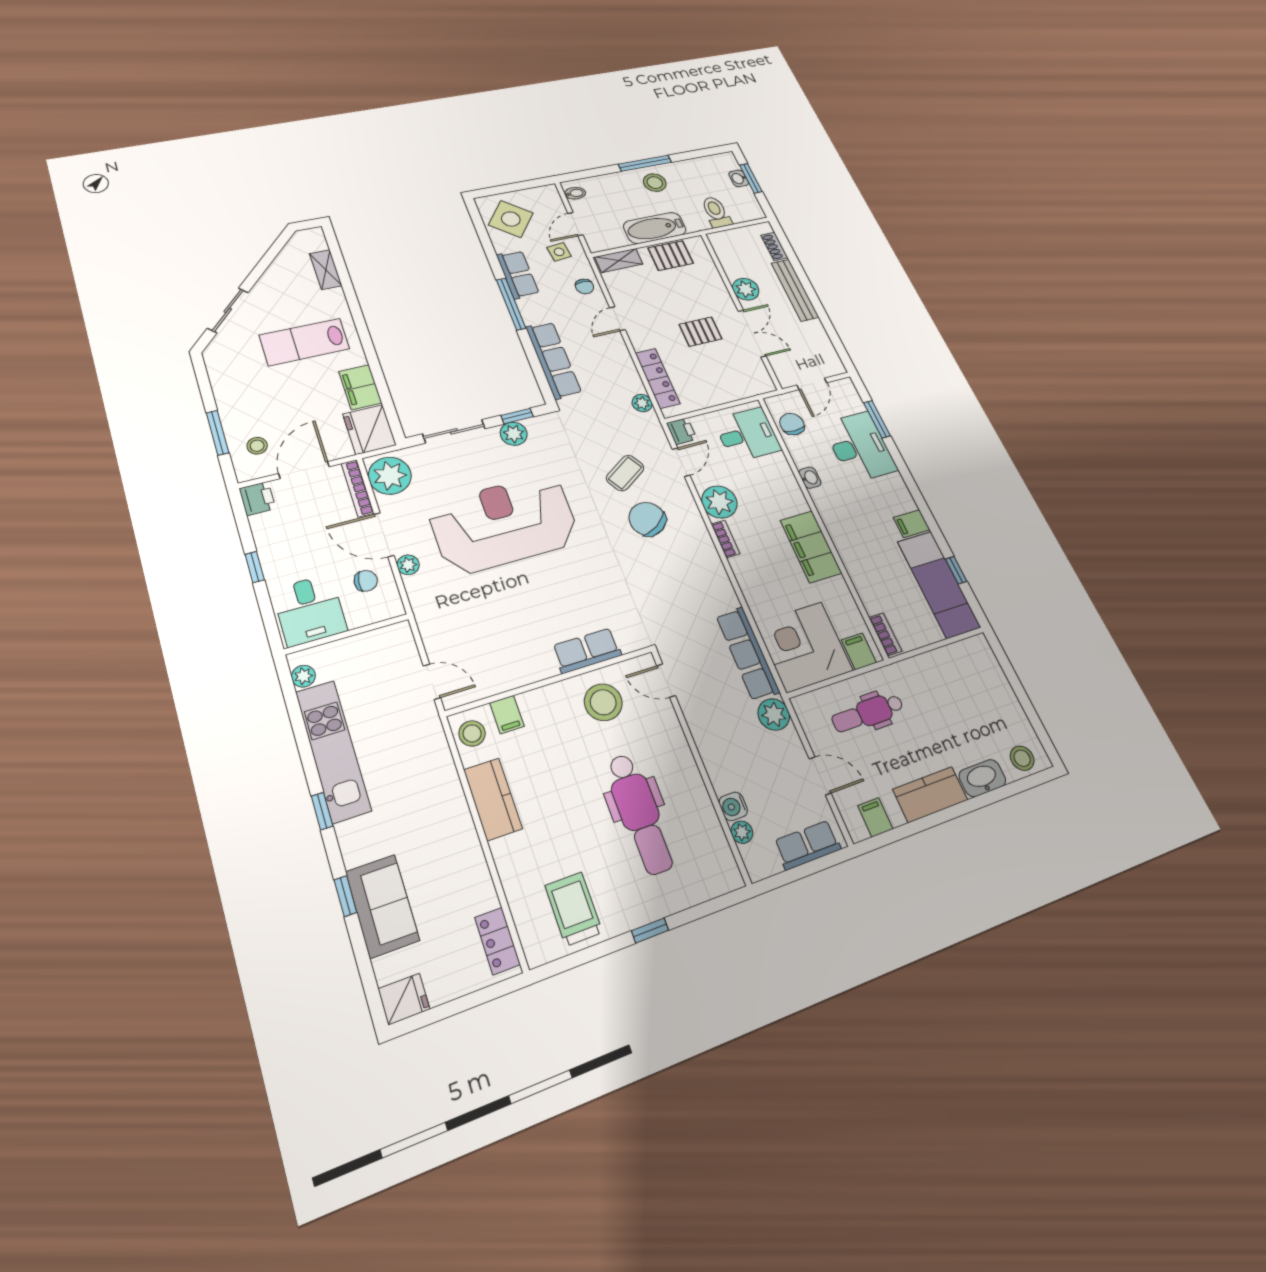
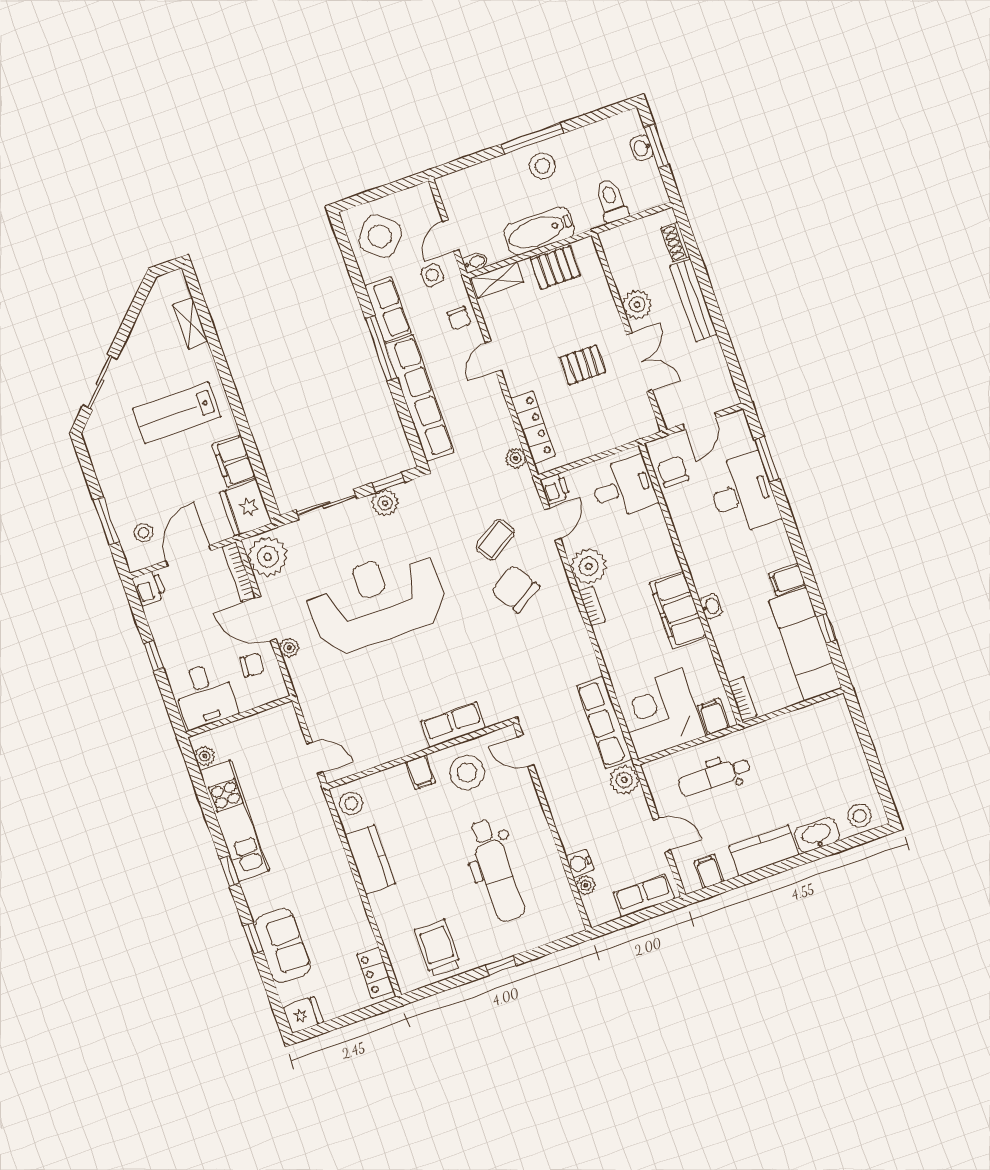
bidet: (575, 193) -> (475, 262), moved
row of seats: (553, 360) -> (420, 398), width x1.36
washbasin: (810, 478) -> (711, 606), moved
filing cabinet: (507, 715) -> (420, 772), moved

